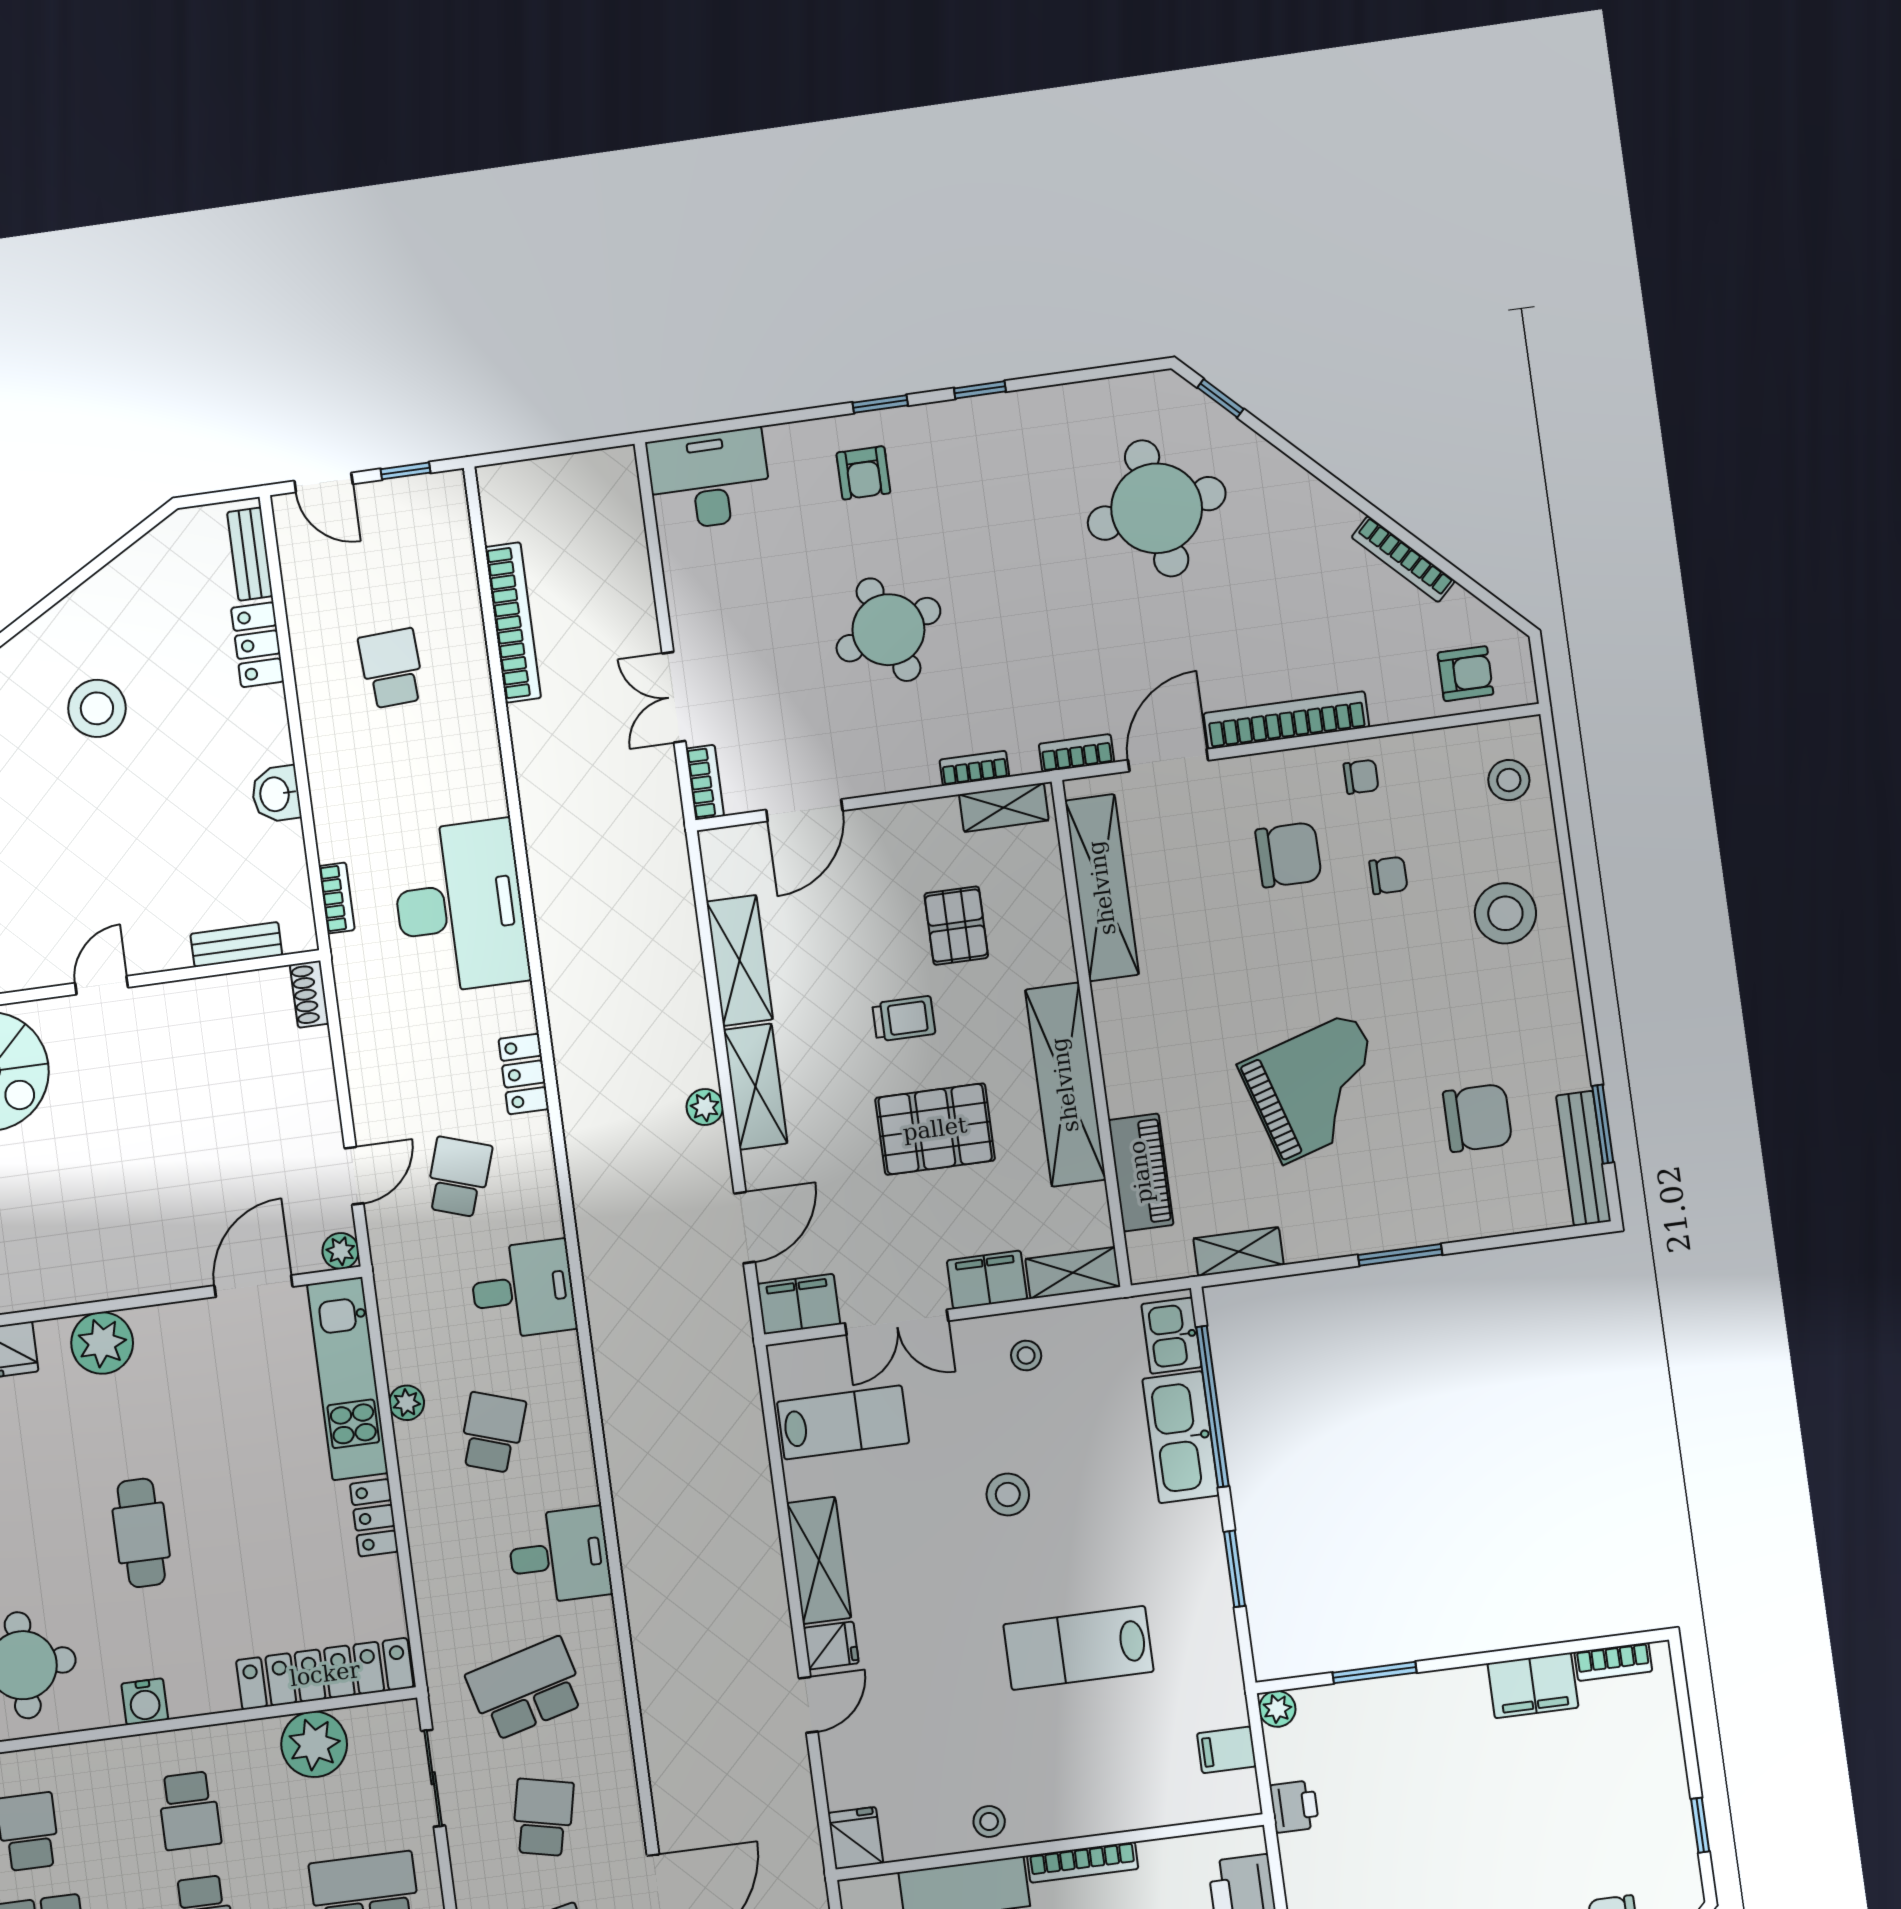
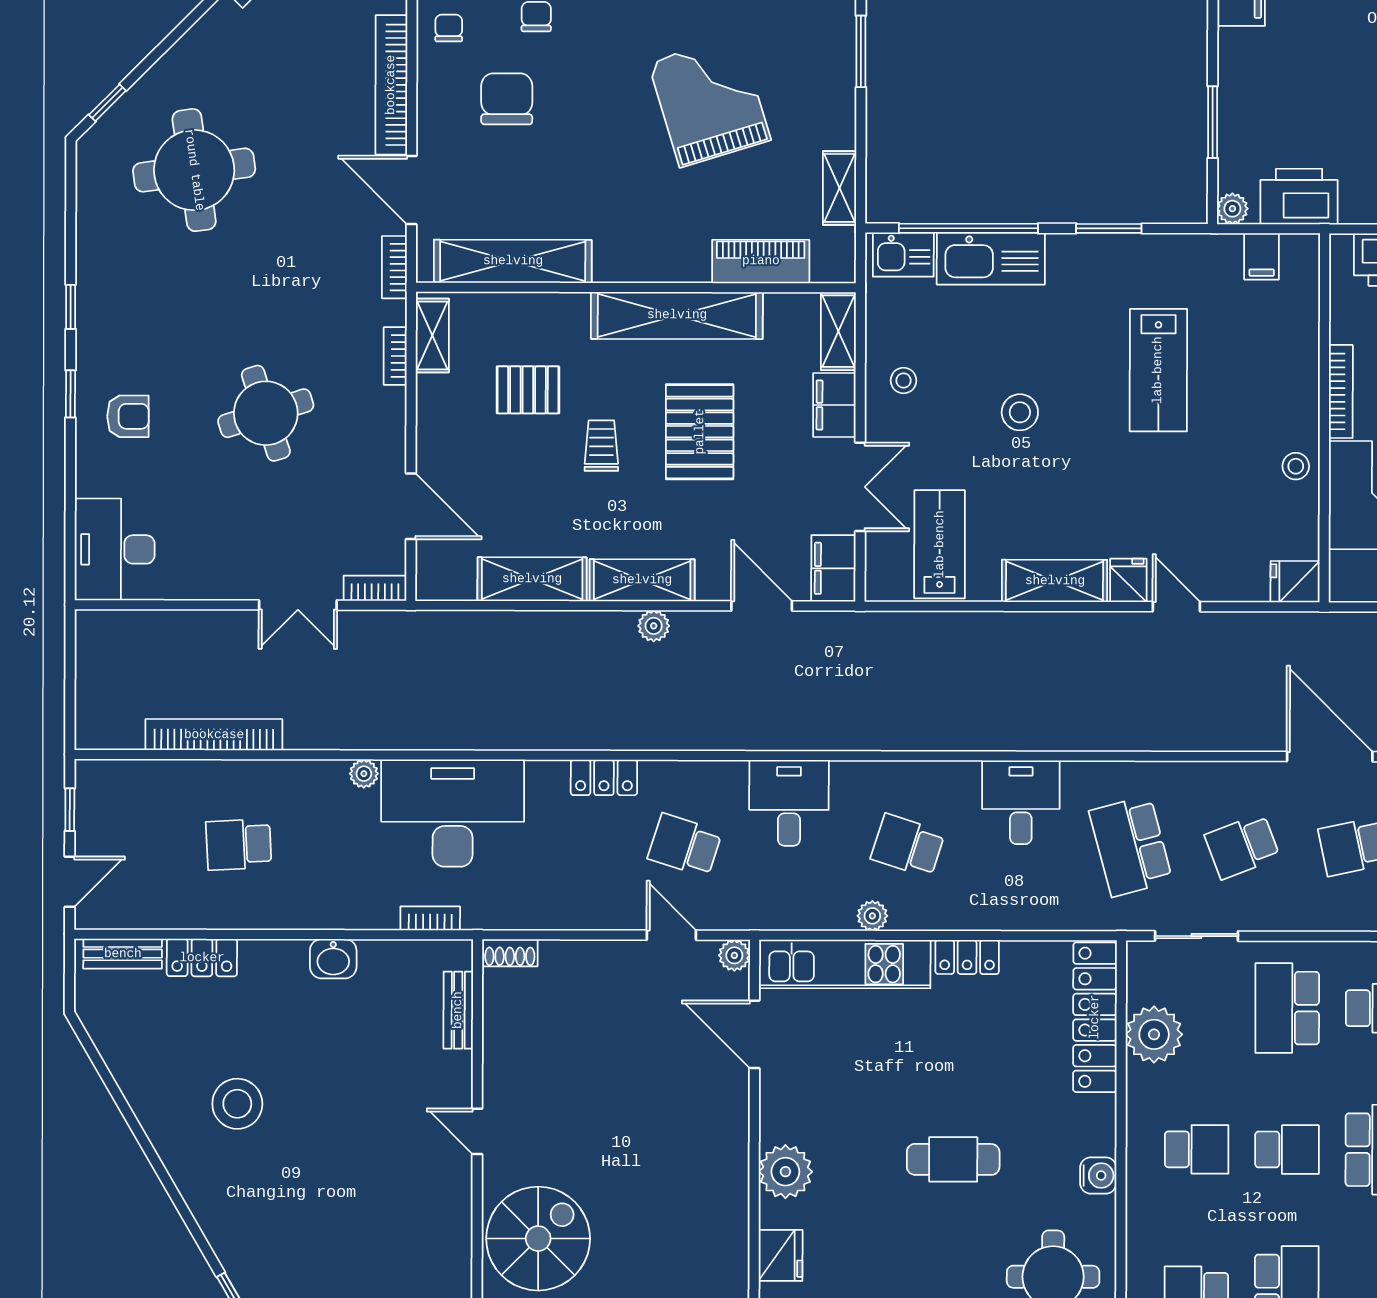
plant: (491, 799) -> (364, 774), added
printer: (1294, 1806) -> (1299, 197), width x1.87, depth x1.48
school desk: (543, 1817) -> (1242, 846), turned -33

